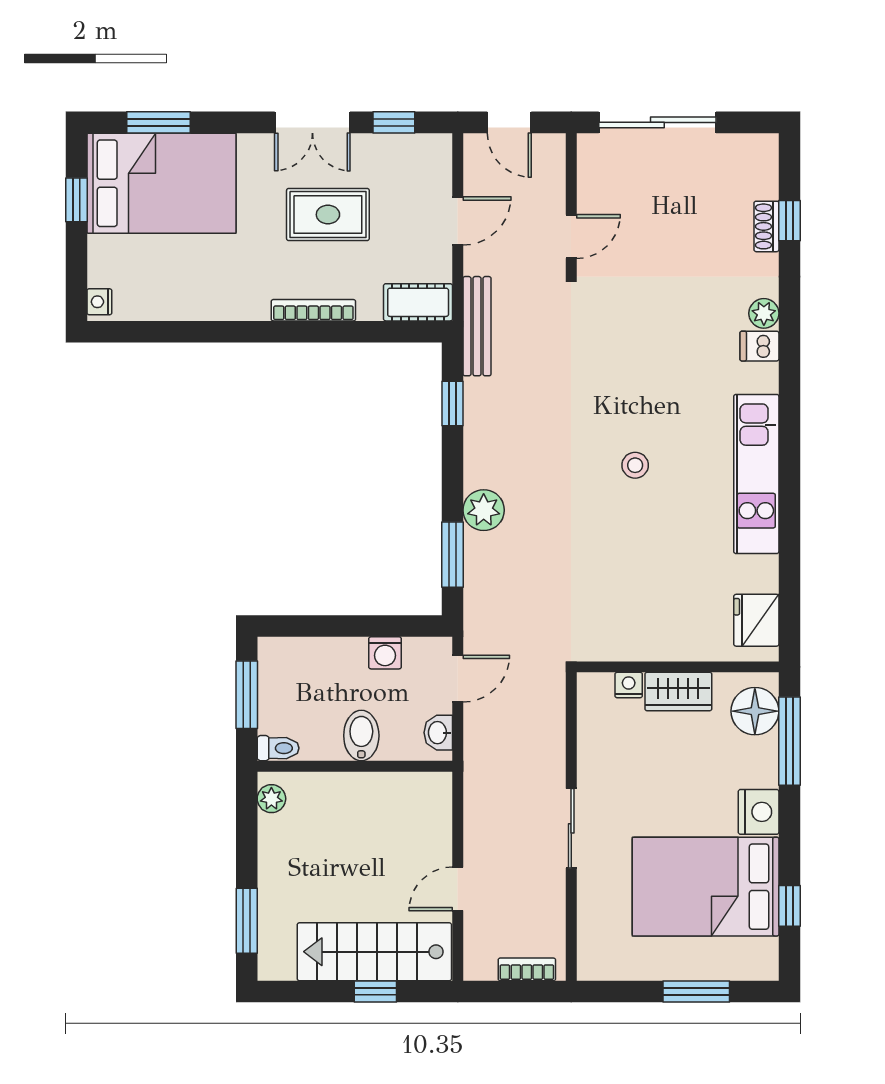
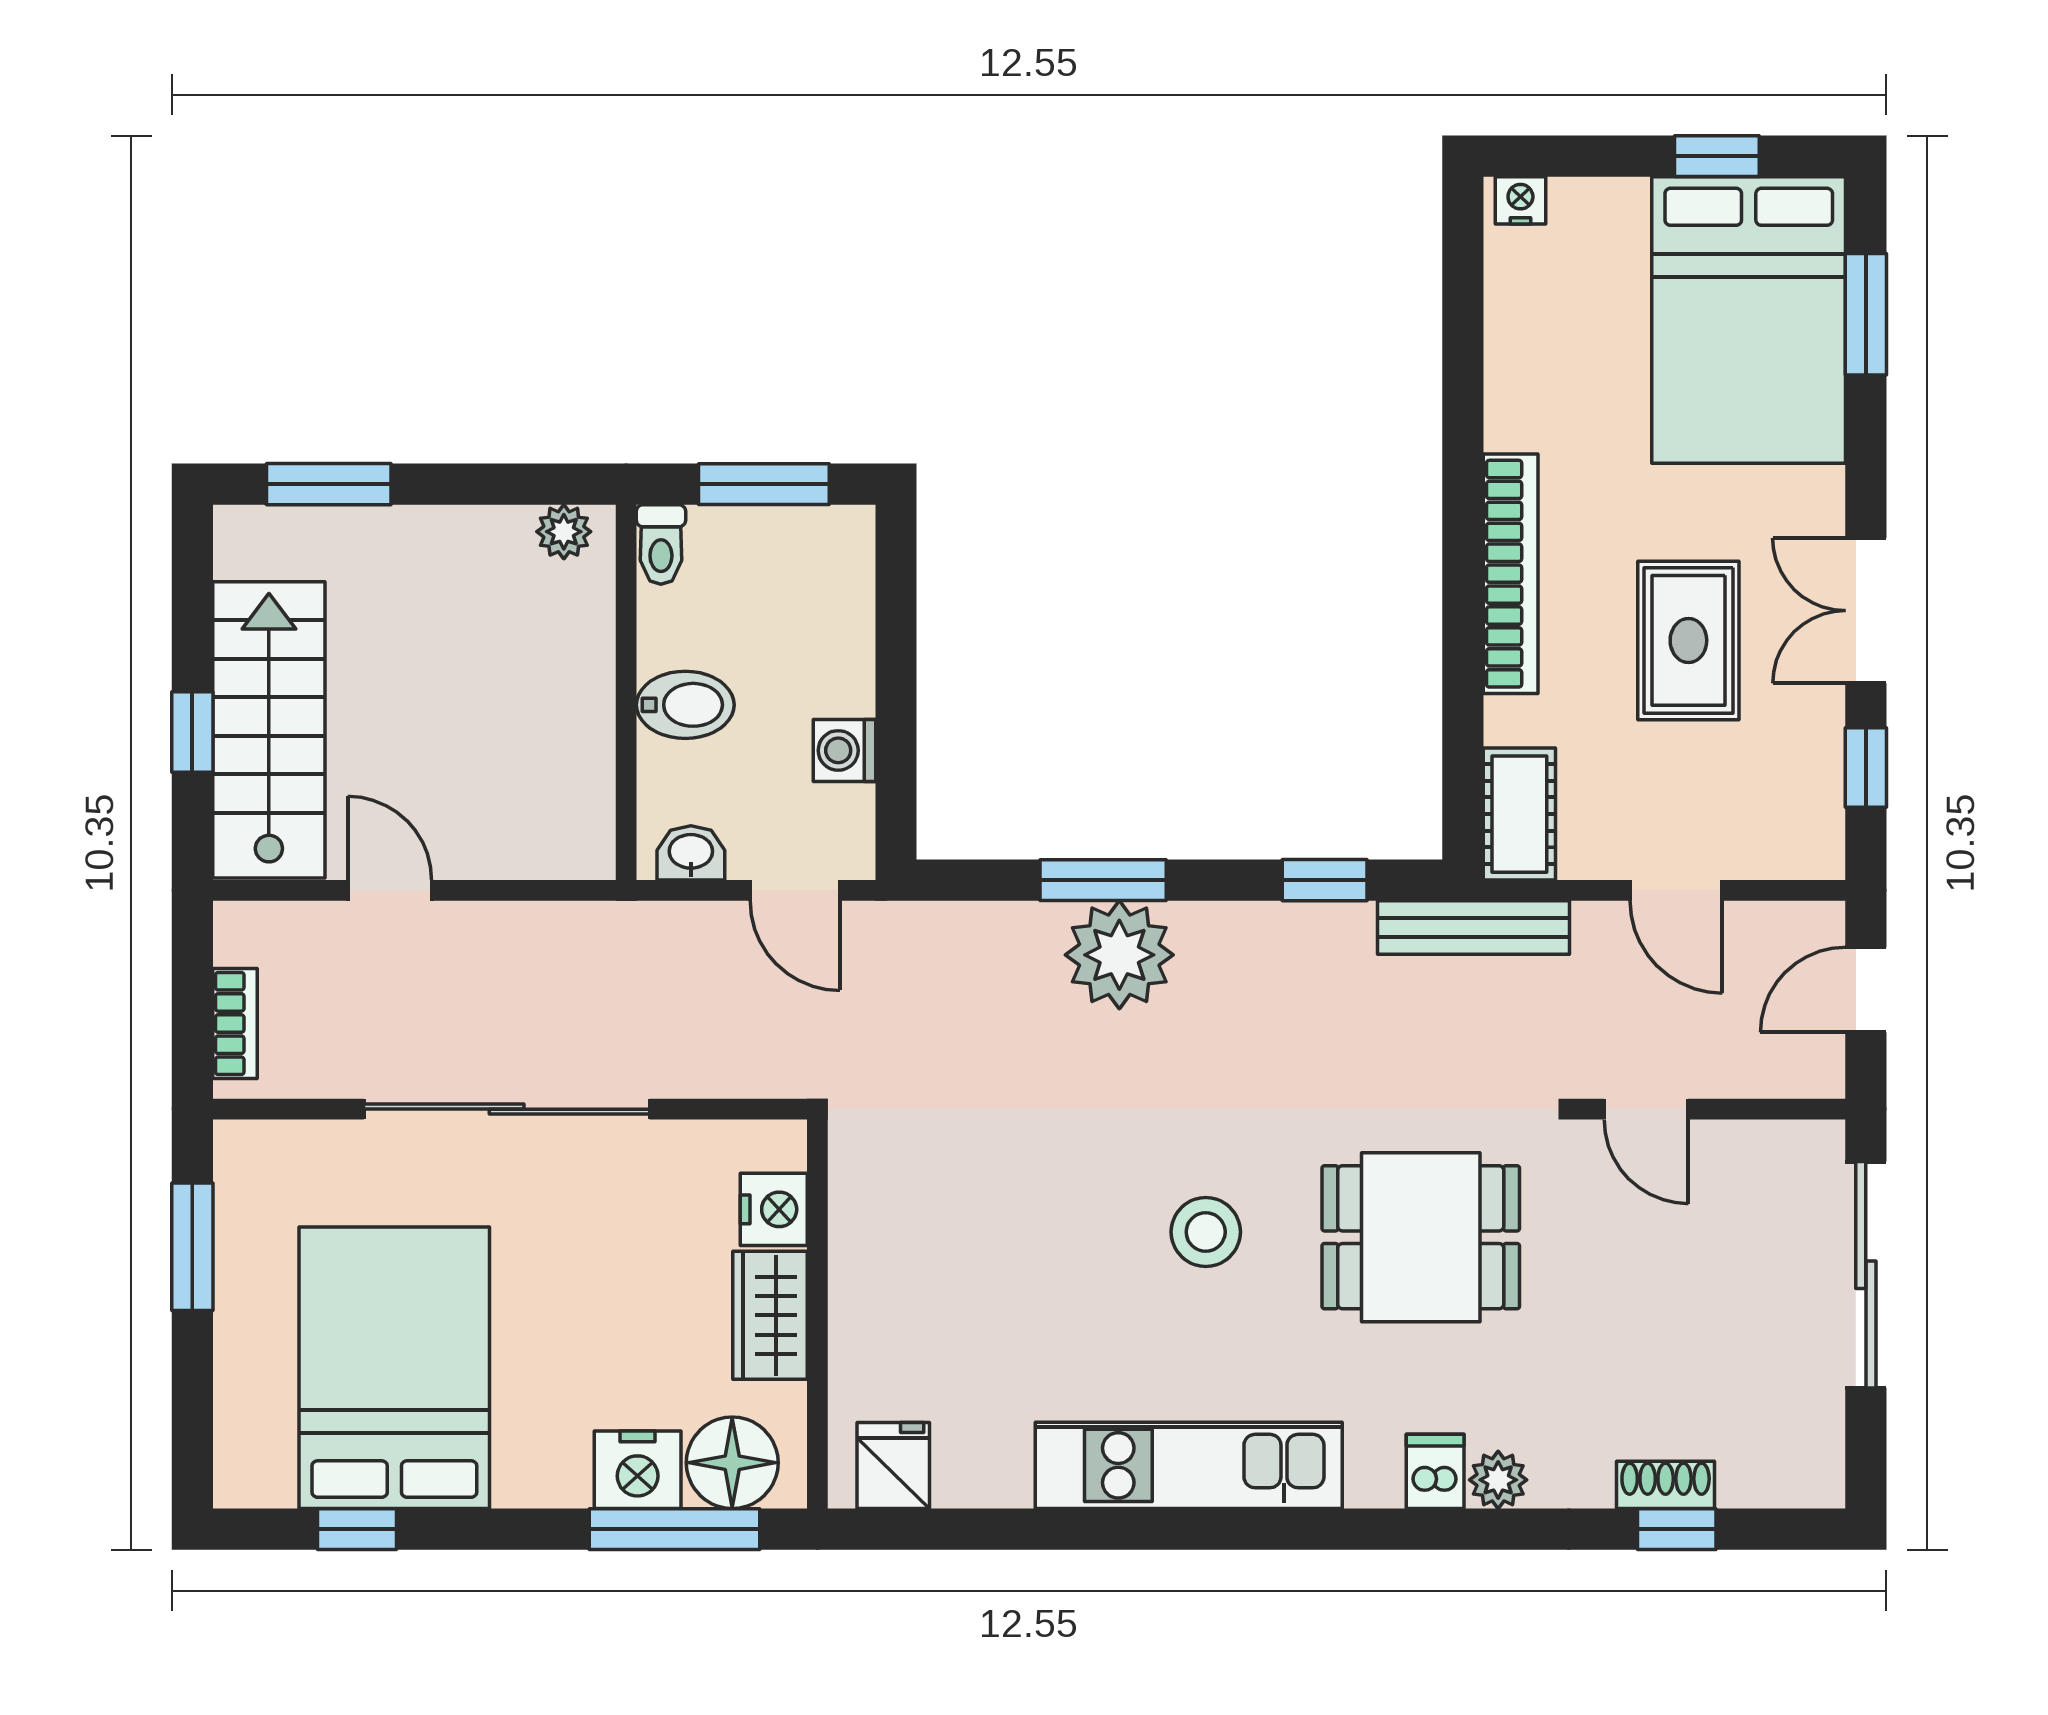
bookcase: (313, 310) -> (1511, 574), width x1.48, depth x1.31
dining table: (638, 354) -> (1421, 1237), added
stool: (635, 465) -> (1206, 1232), width x1.37, depth x1.37
plant: (484, 510) -> (1119, 955), width x1.36, depth x1.36
window: (452, 555) -> (1103, 880), moved
fridge: (756, 620) -> (893, 1465), width x0.72
nightstand: (629, 685) -> (774, 1209), width x1.39, depth x1.35
nightstand: (759, 812) -> (638, 1470), moved
sliding door: (571, 828) -> (507, 1109), width x1.86
window: (696, 991) -> (192, 1247), moved

